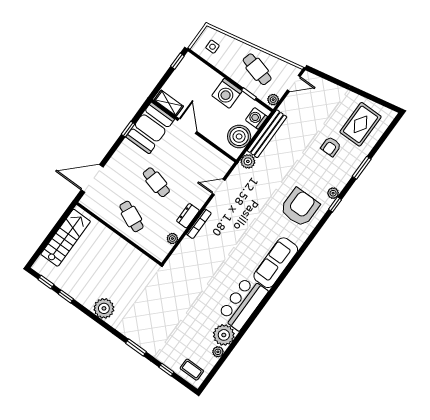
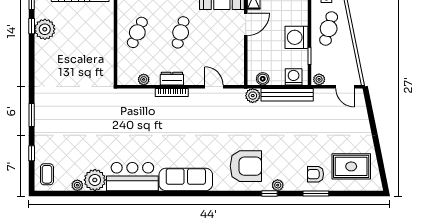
cafe table: (257, 69) -> (329, 29), moved
boiler: (239, 136) -> (263, 79), width x0.54, depth x0.54
armchair: (331, 147) -> (316, 174), moved
plant: (104, 308) -> (45, 29), moved

